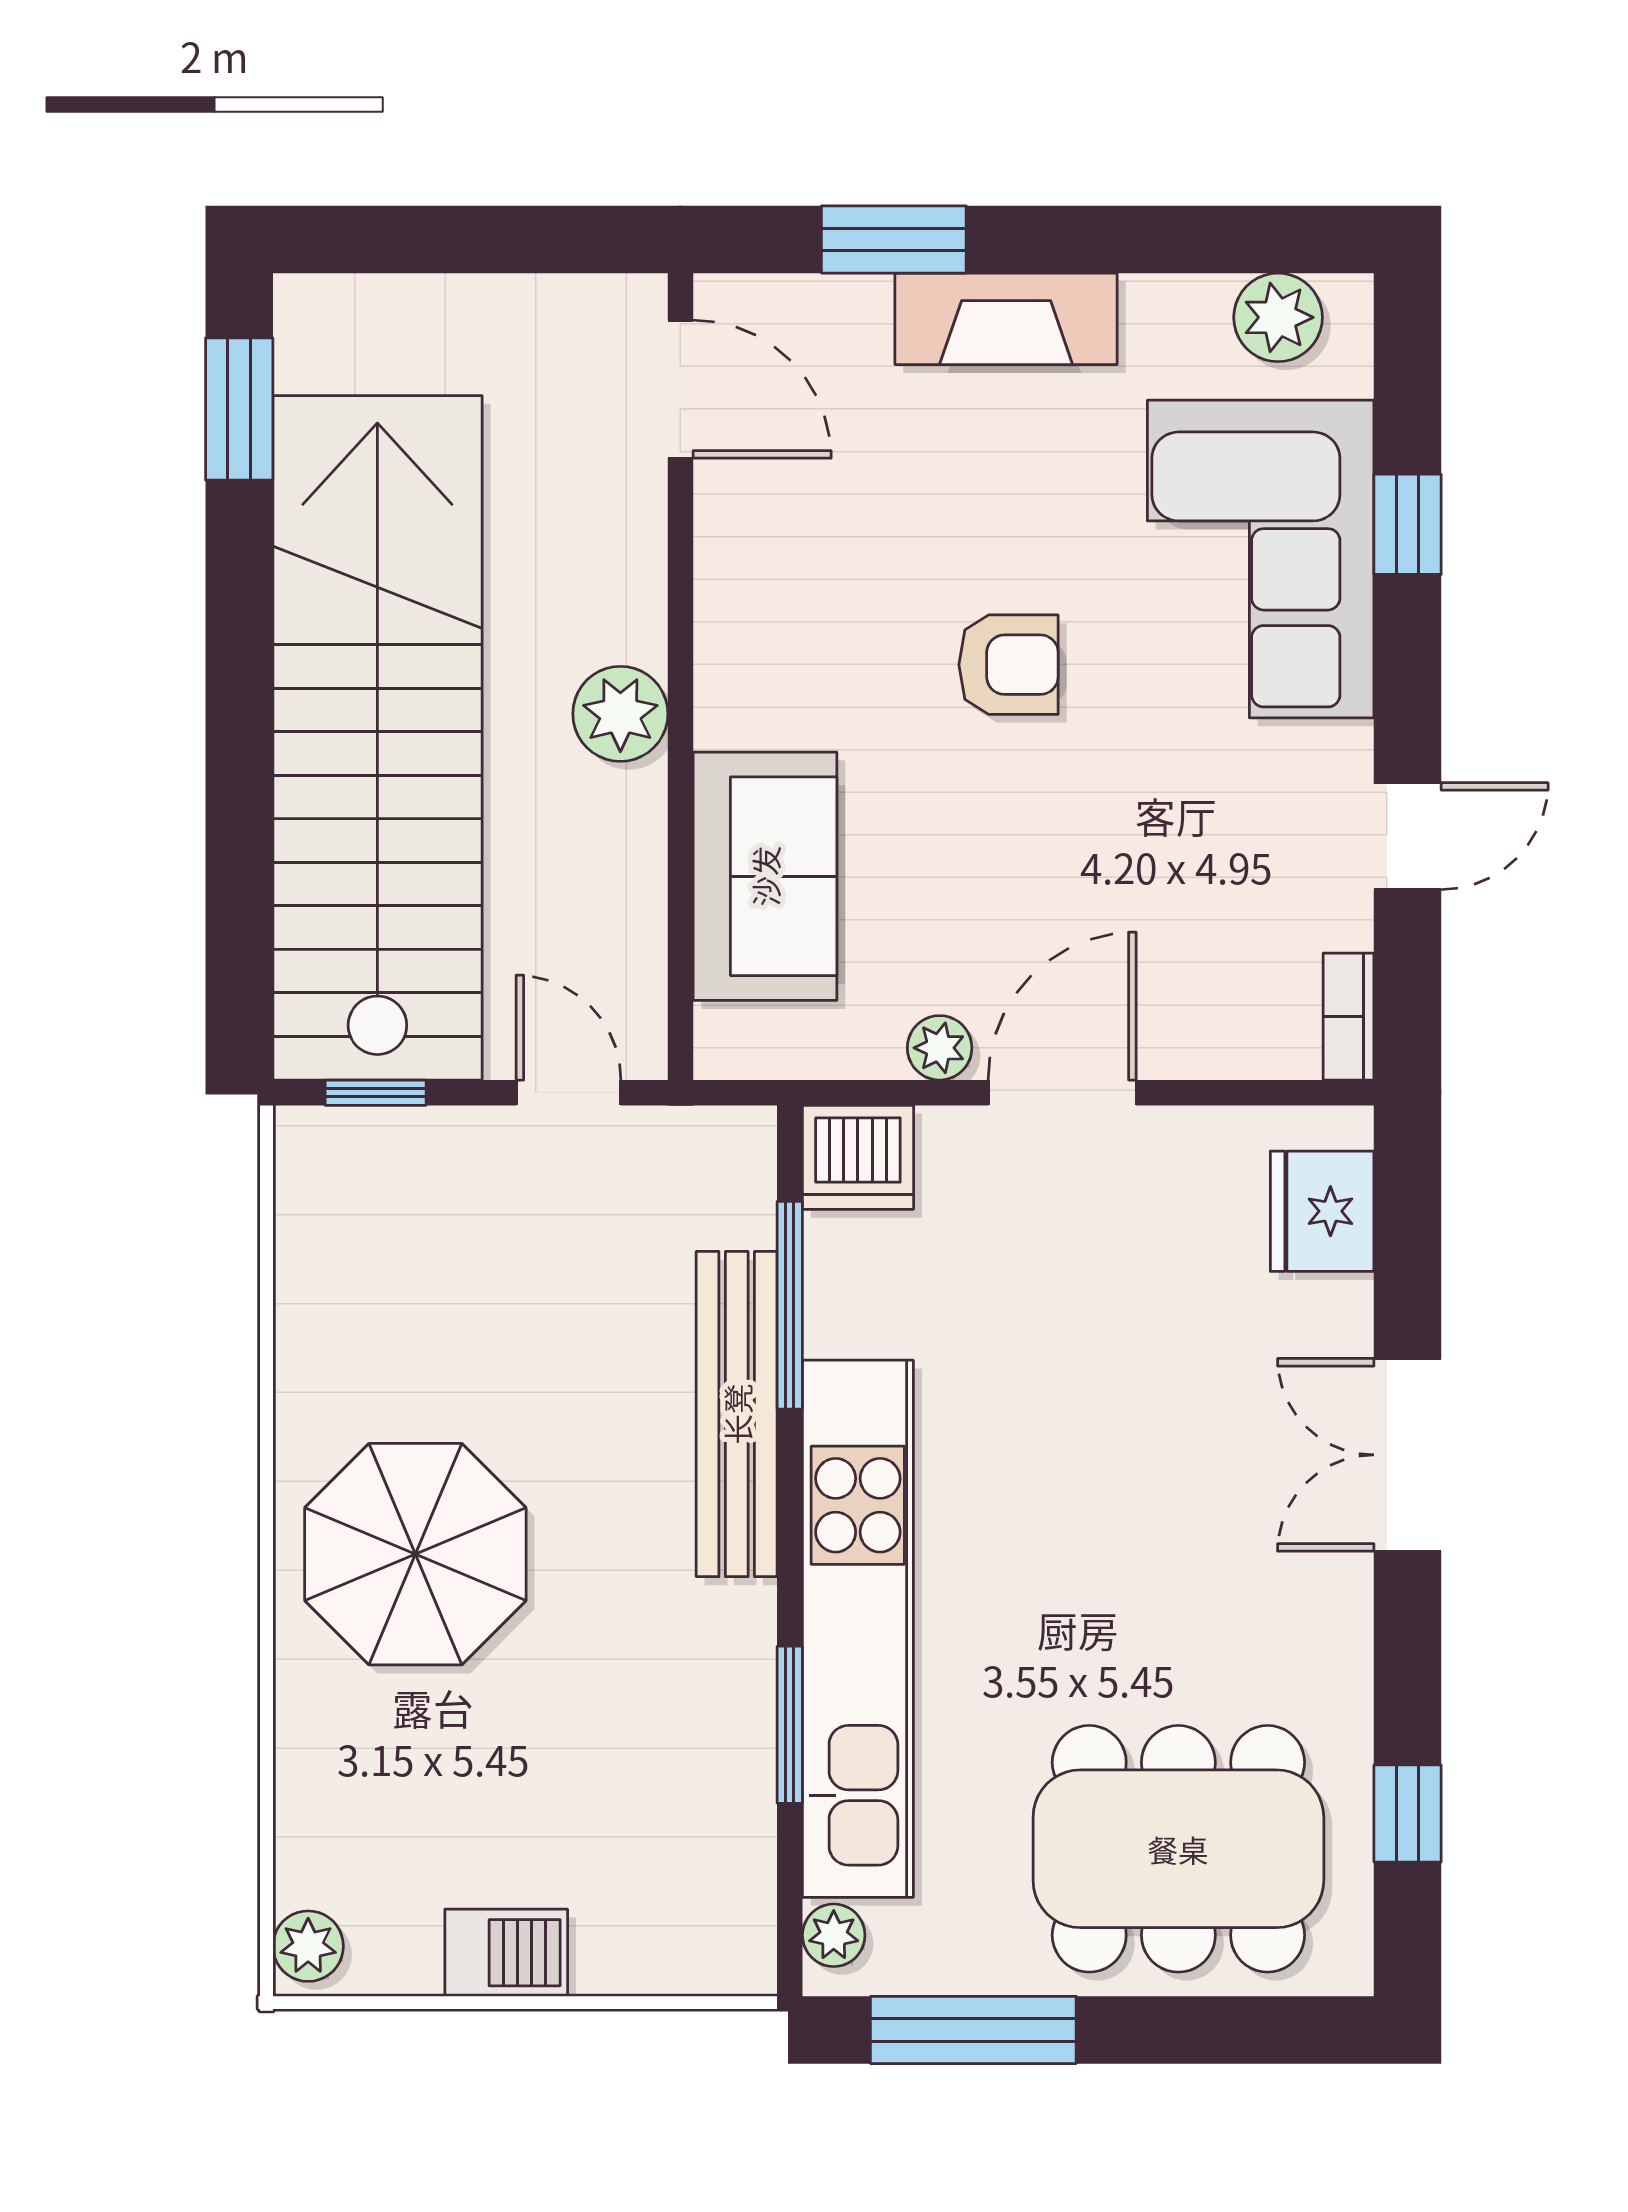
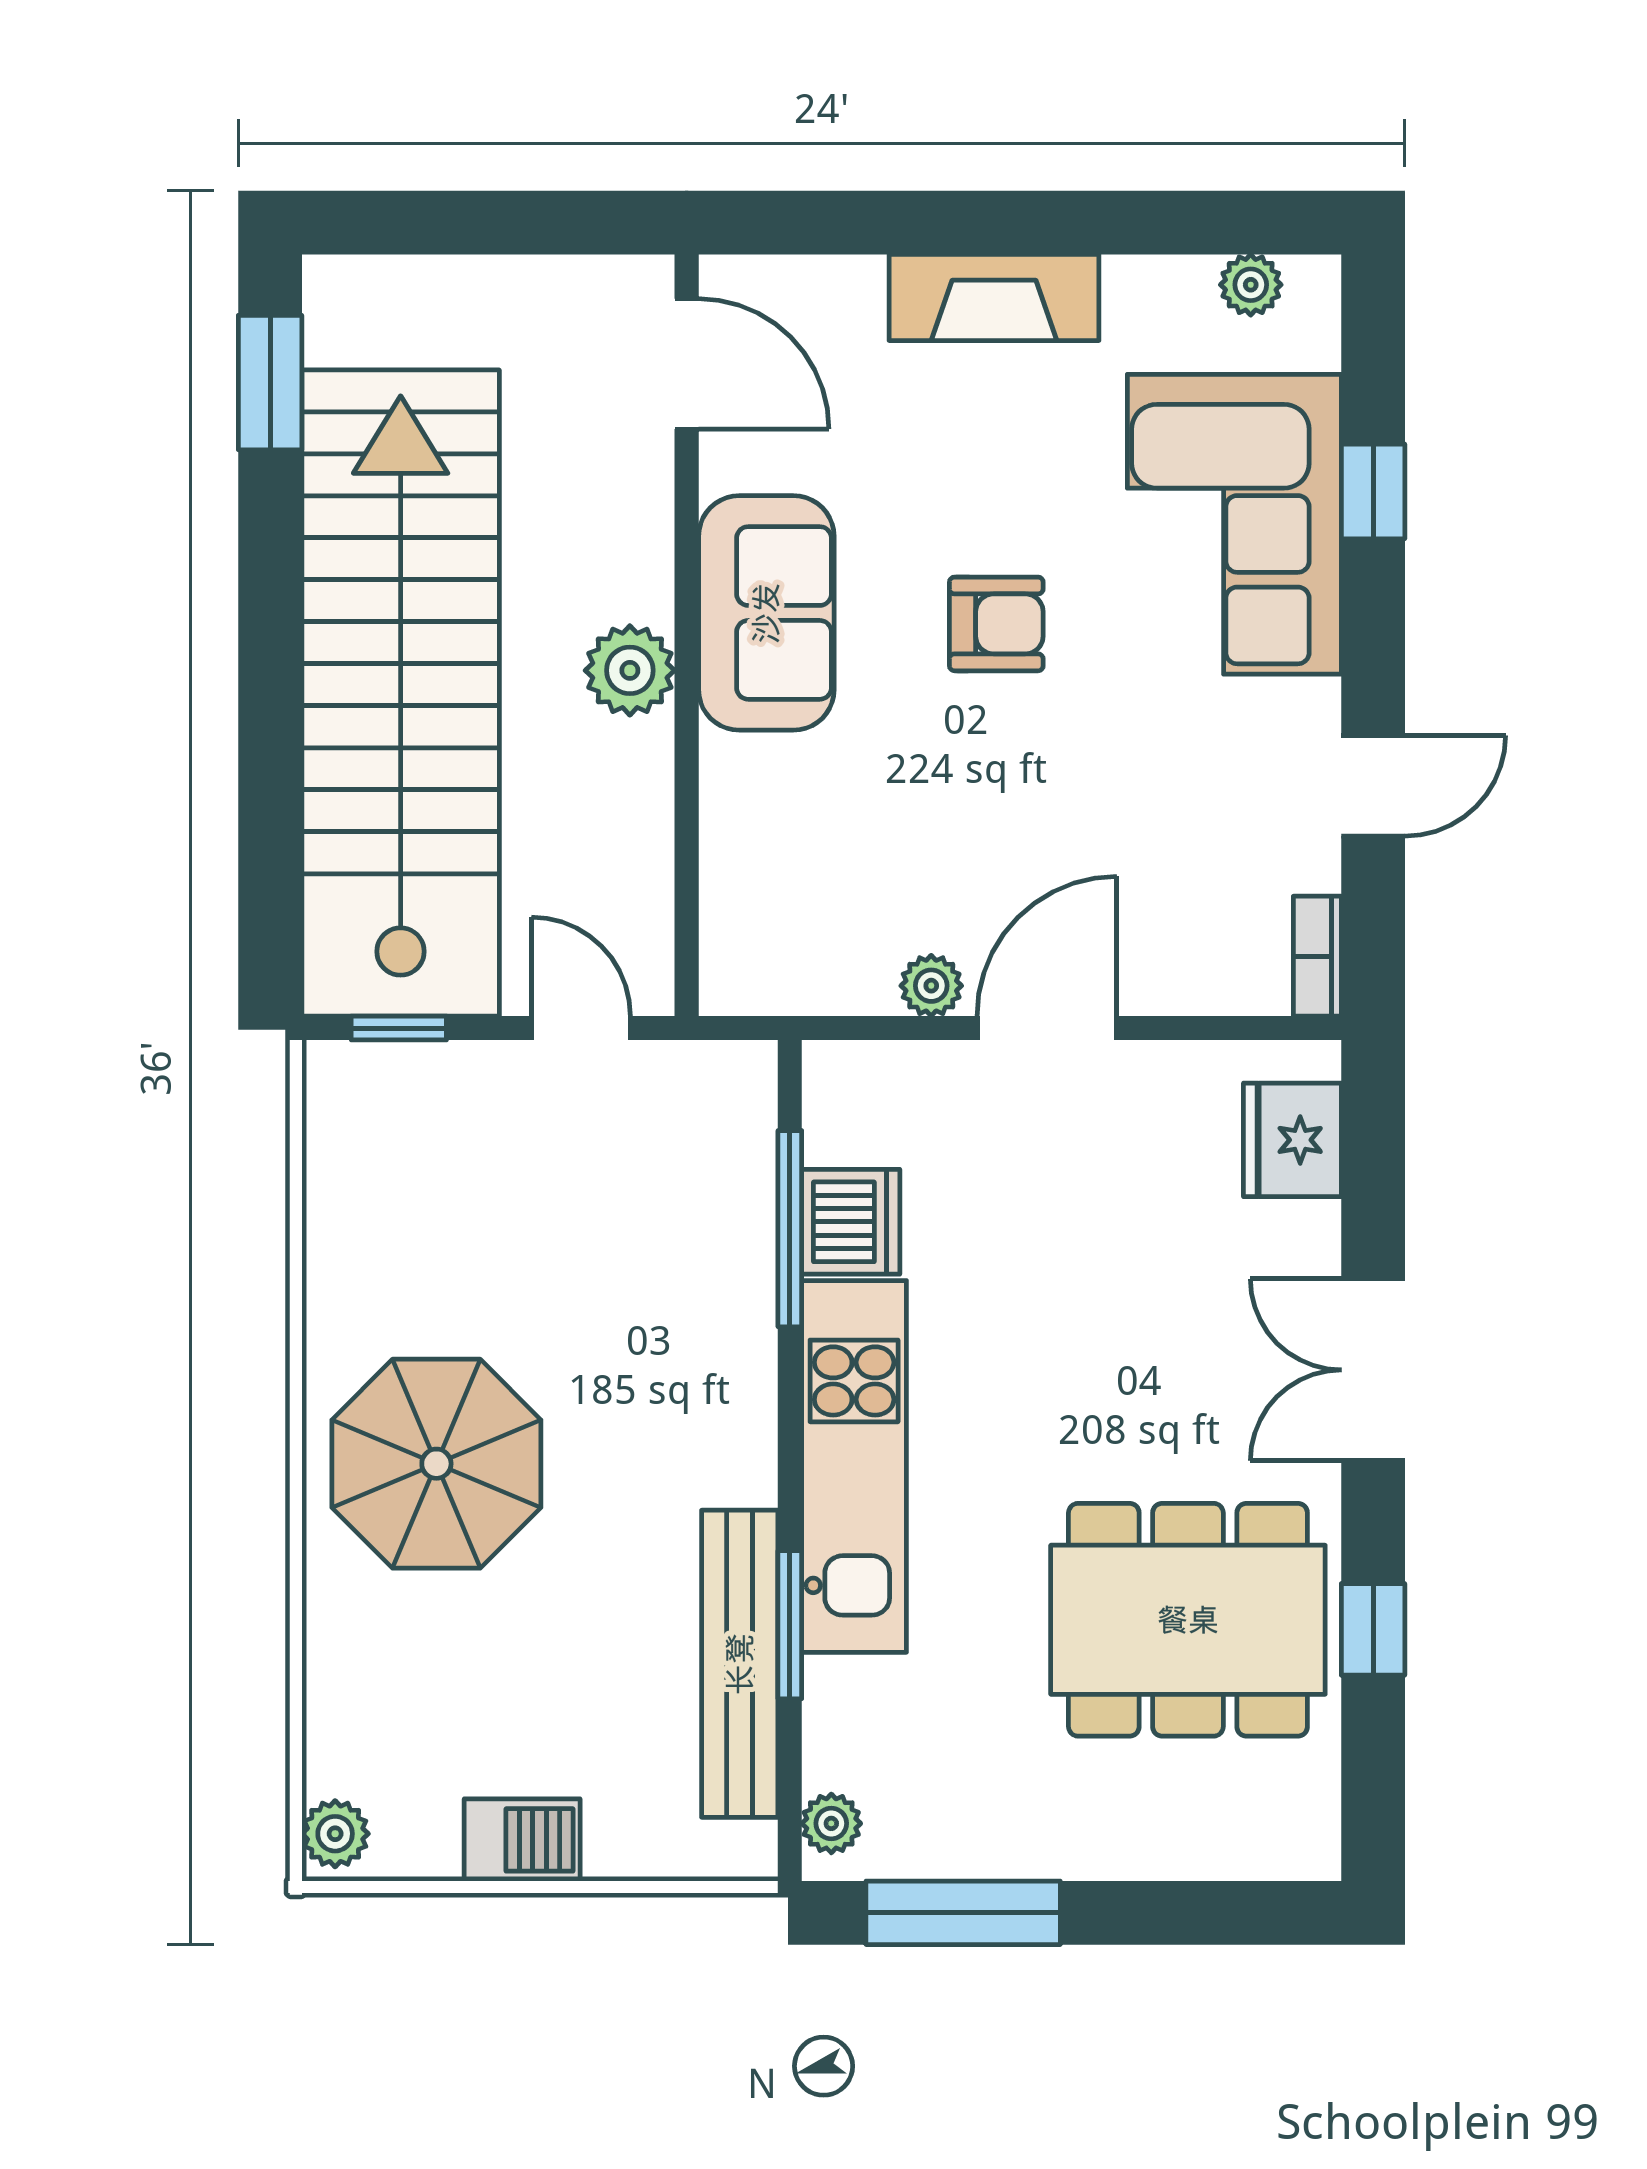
window: (894, 239) -> (888, 223), removed
plant: (1278, 317) -> (1251, 285), width x0.73, depth x0.73
sofa: (765, 876) -> (766, 613), moved
dishwasher: (858, 1157) -> (851, 1222), moved, turned -90
bench: (737, 1414) -> (740, 1664), moved
kitchen unit: (858, 1629) -> (854, 1466), width x0.73
window: (1408, 1814) -> (1373, 1629), moved
dining table: (1178, 1849) -> (1188, 1620), moved

